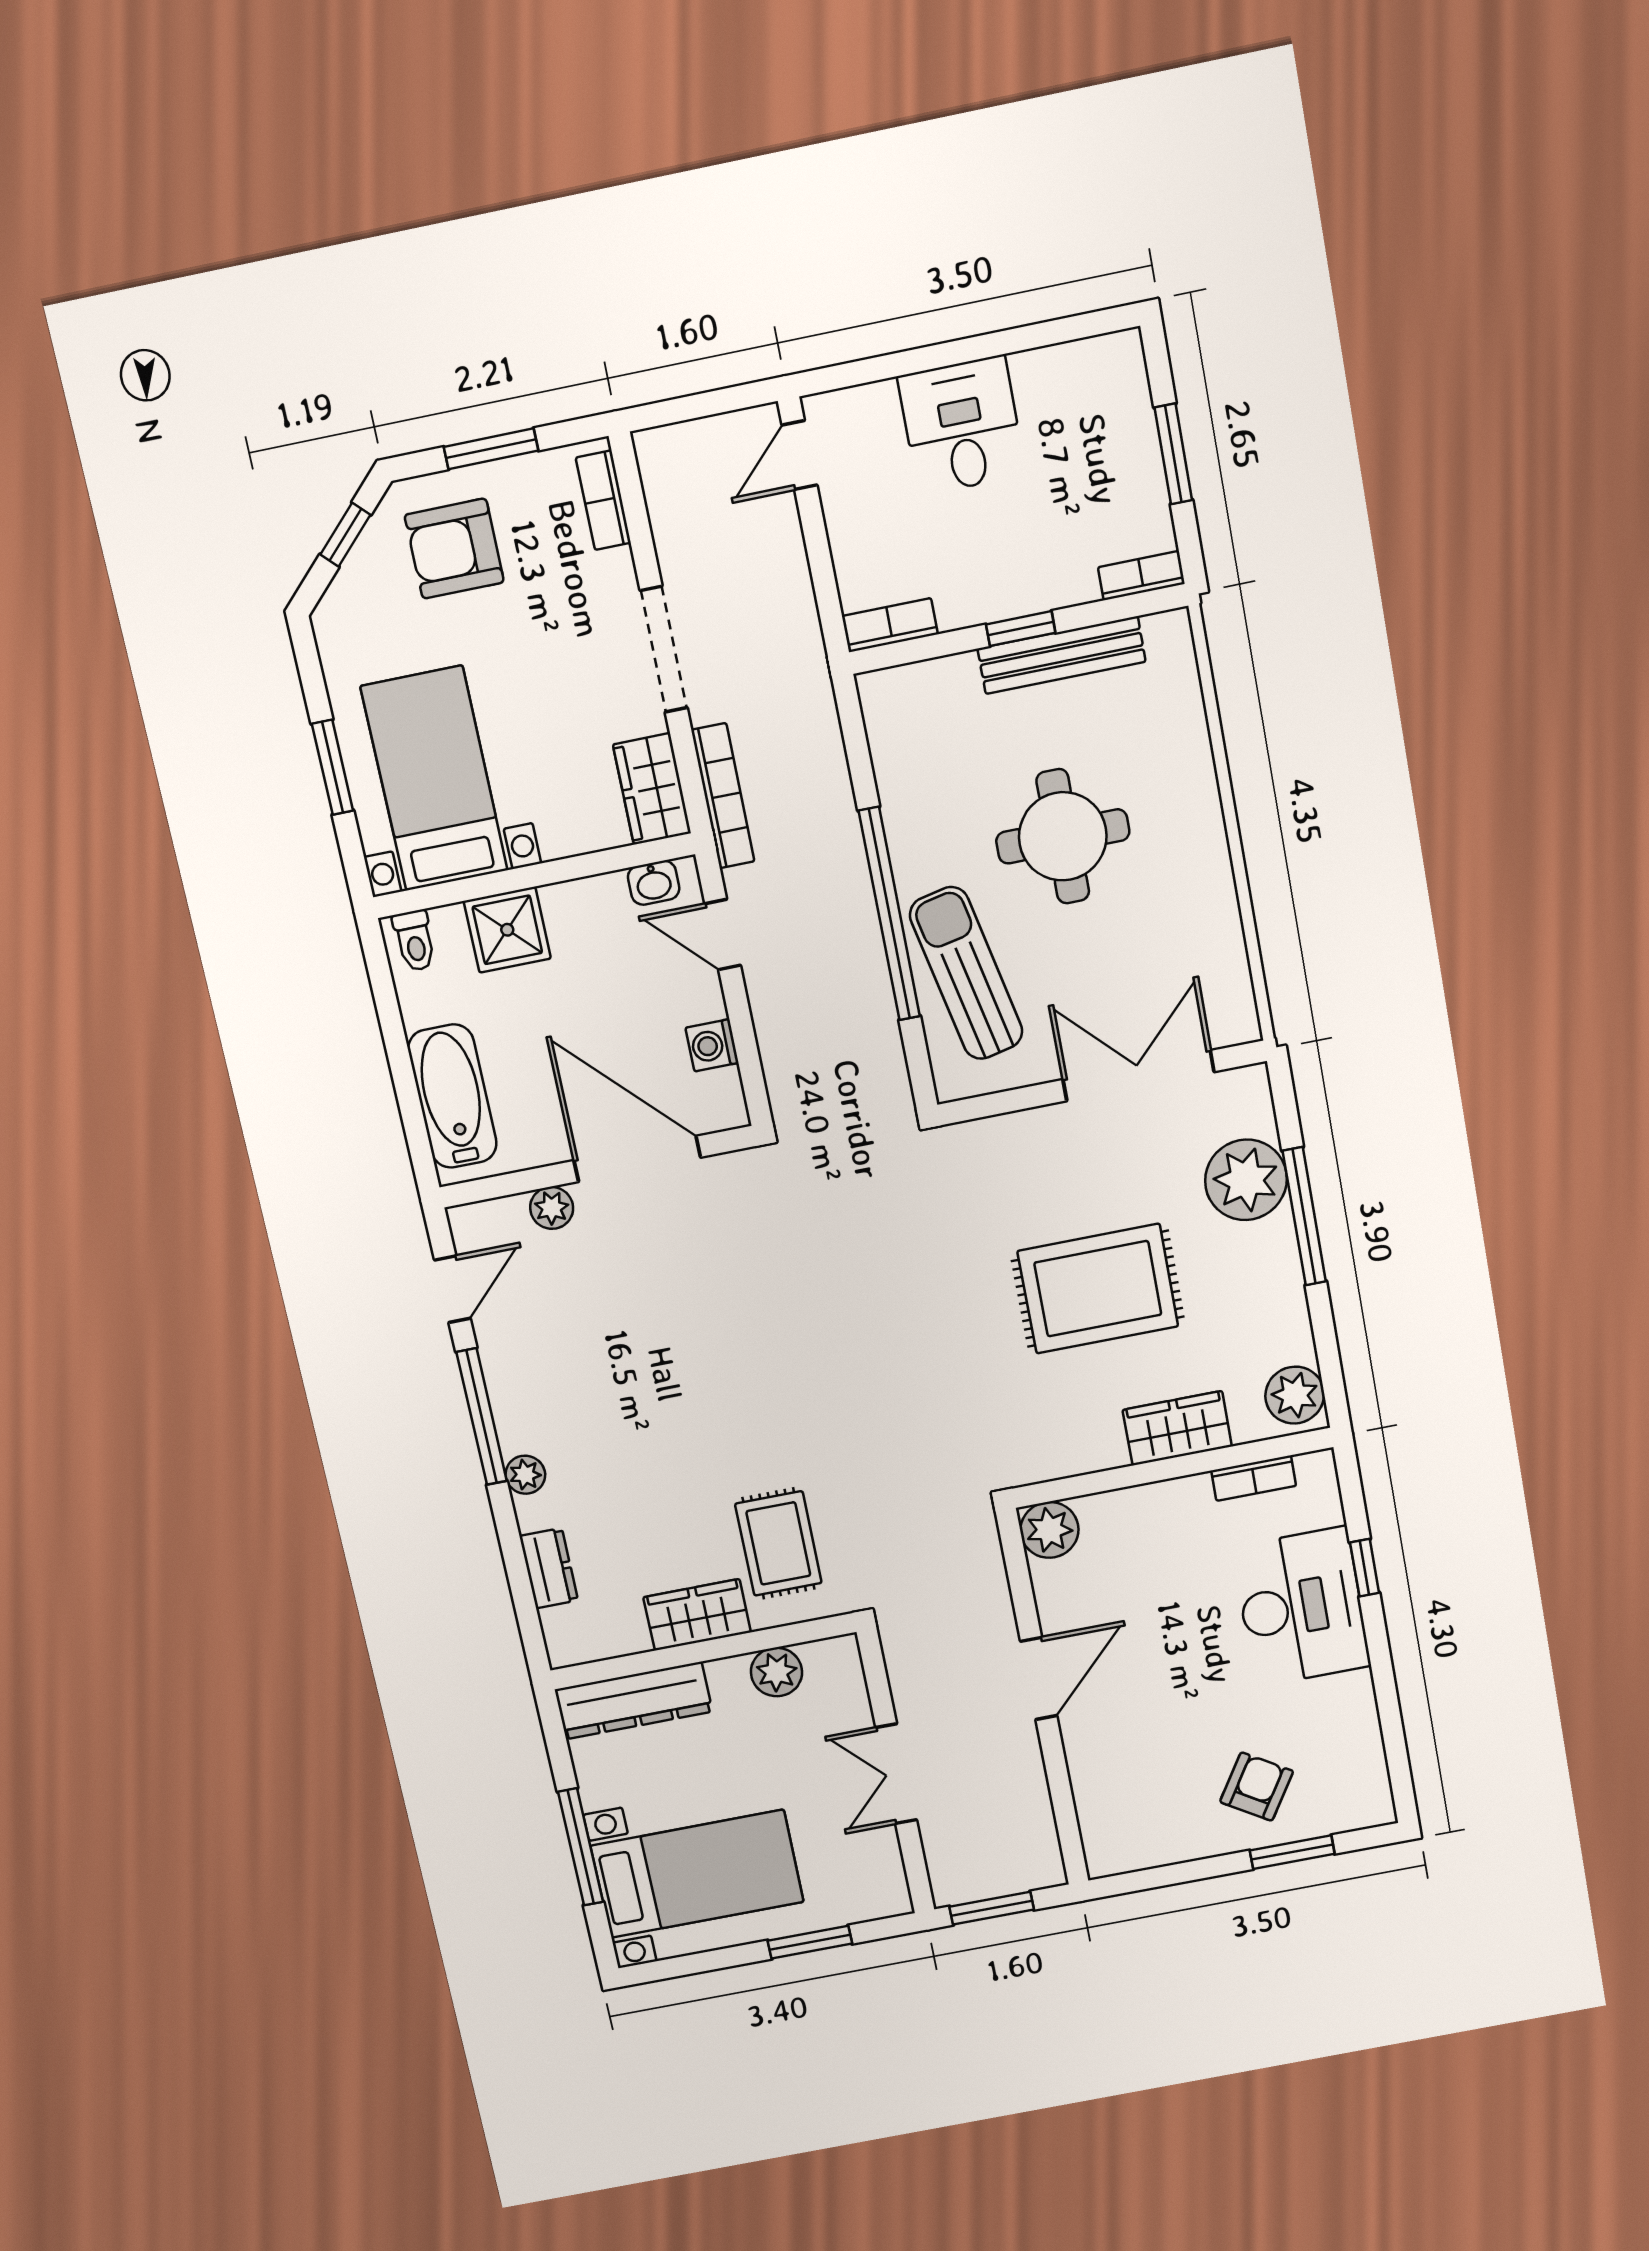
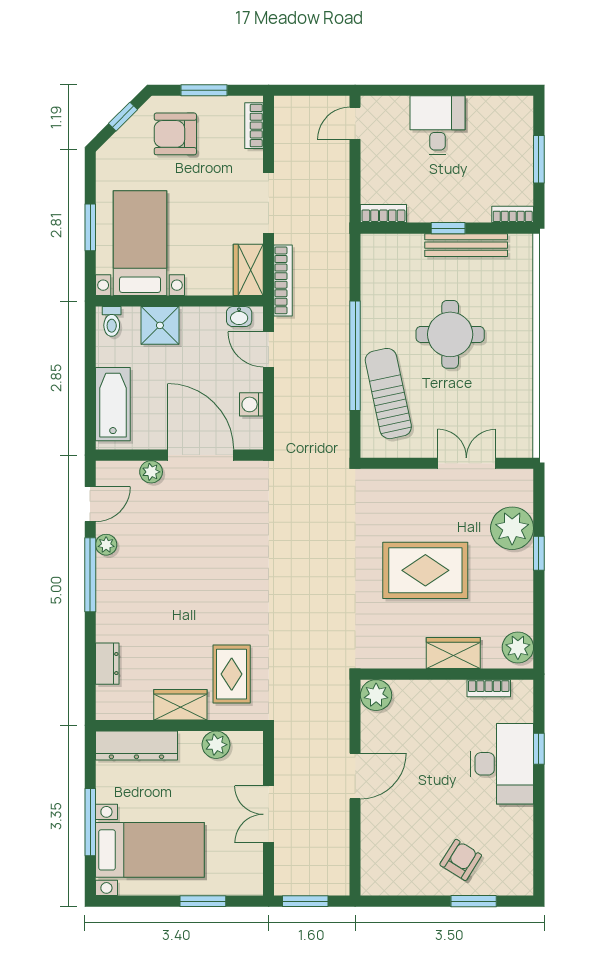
double door: (1139, 1076) -> (466, 463), width x0.73
window: (1304, 1216) -> (539, 553), width x0.46
plant: (525, 1475) -> (106, 545), moved

